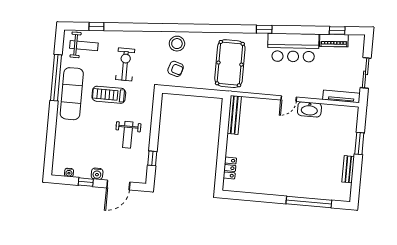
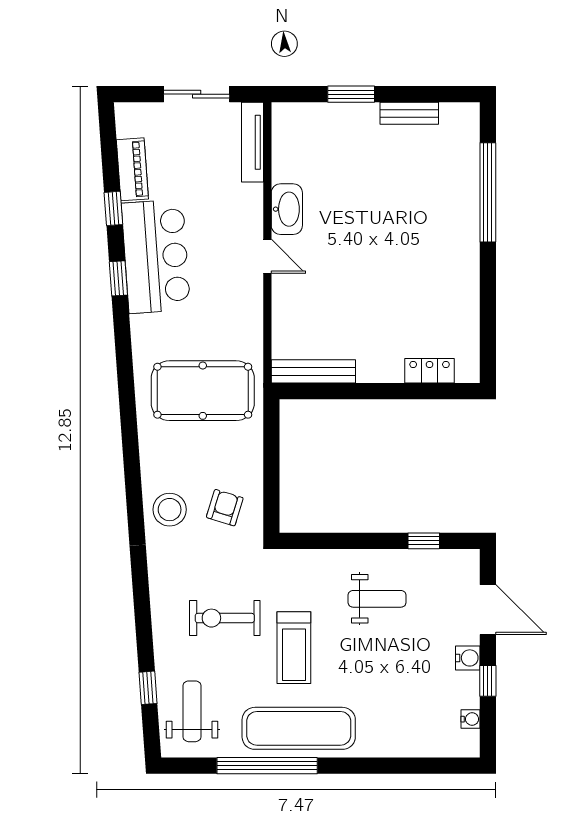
window: (264, 29) -> (118, 278), moved
window: (337, 31) -> (113, 208), moved

